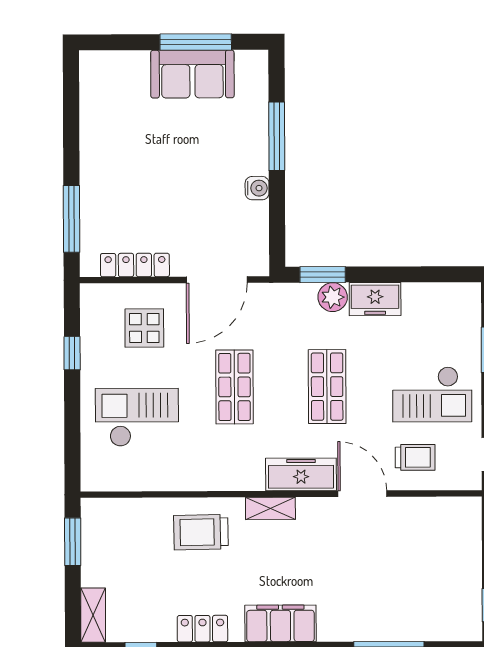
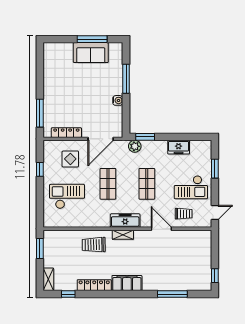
plant: (333, 297) -> (135, 146), moved
freezer: (375, 299) -> (179, 147), moved
freezer: (301, 474) -> (125, 221), moved
locker: (202, 629) -> (94, 285), width x1.53

